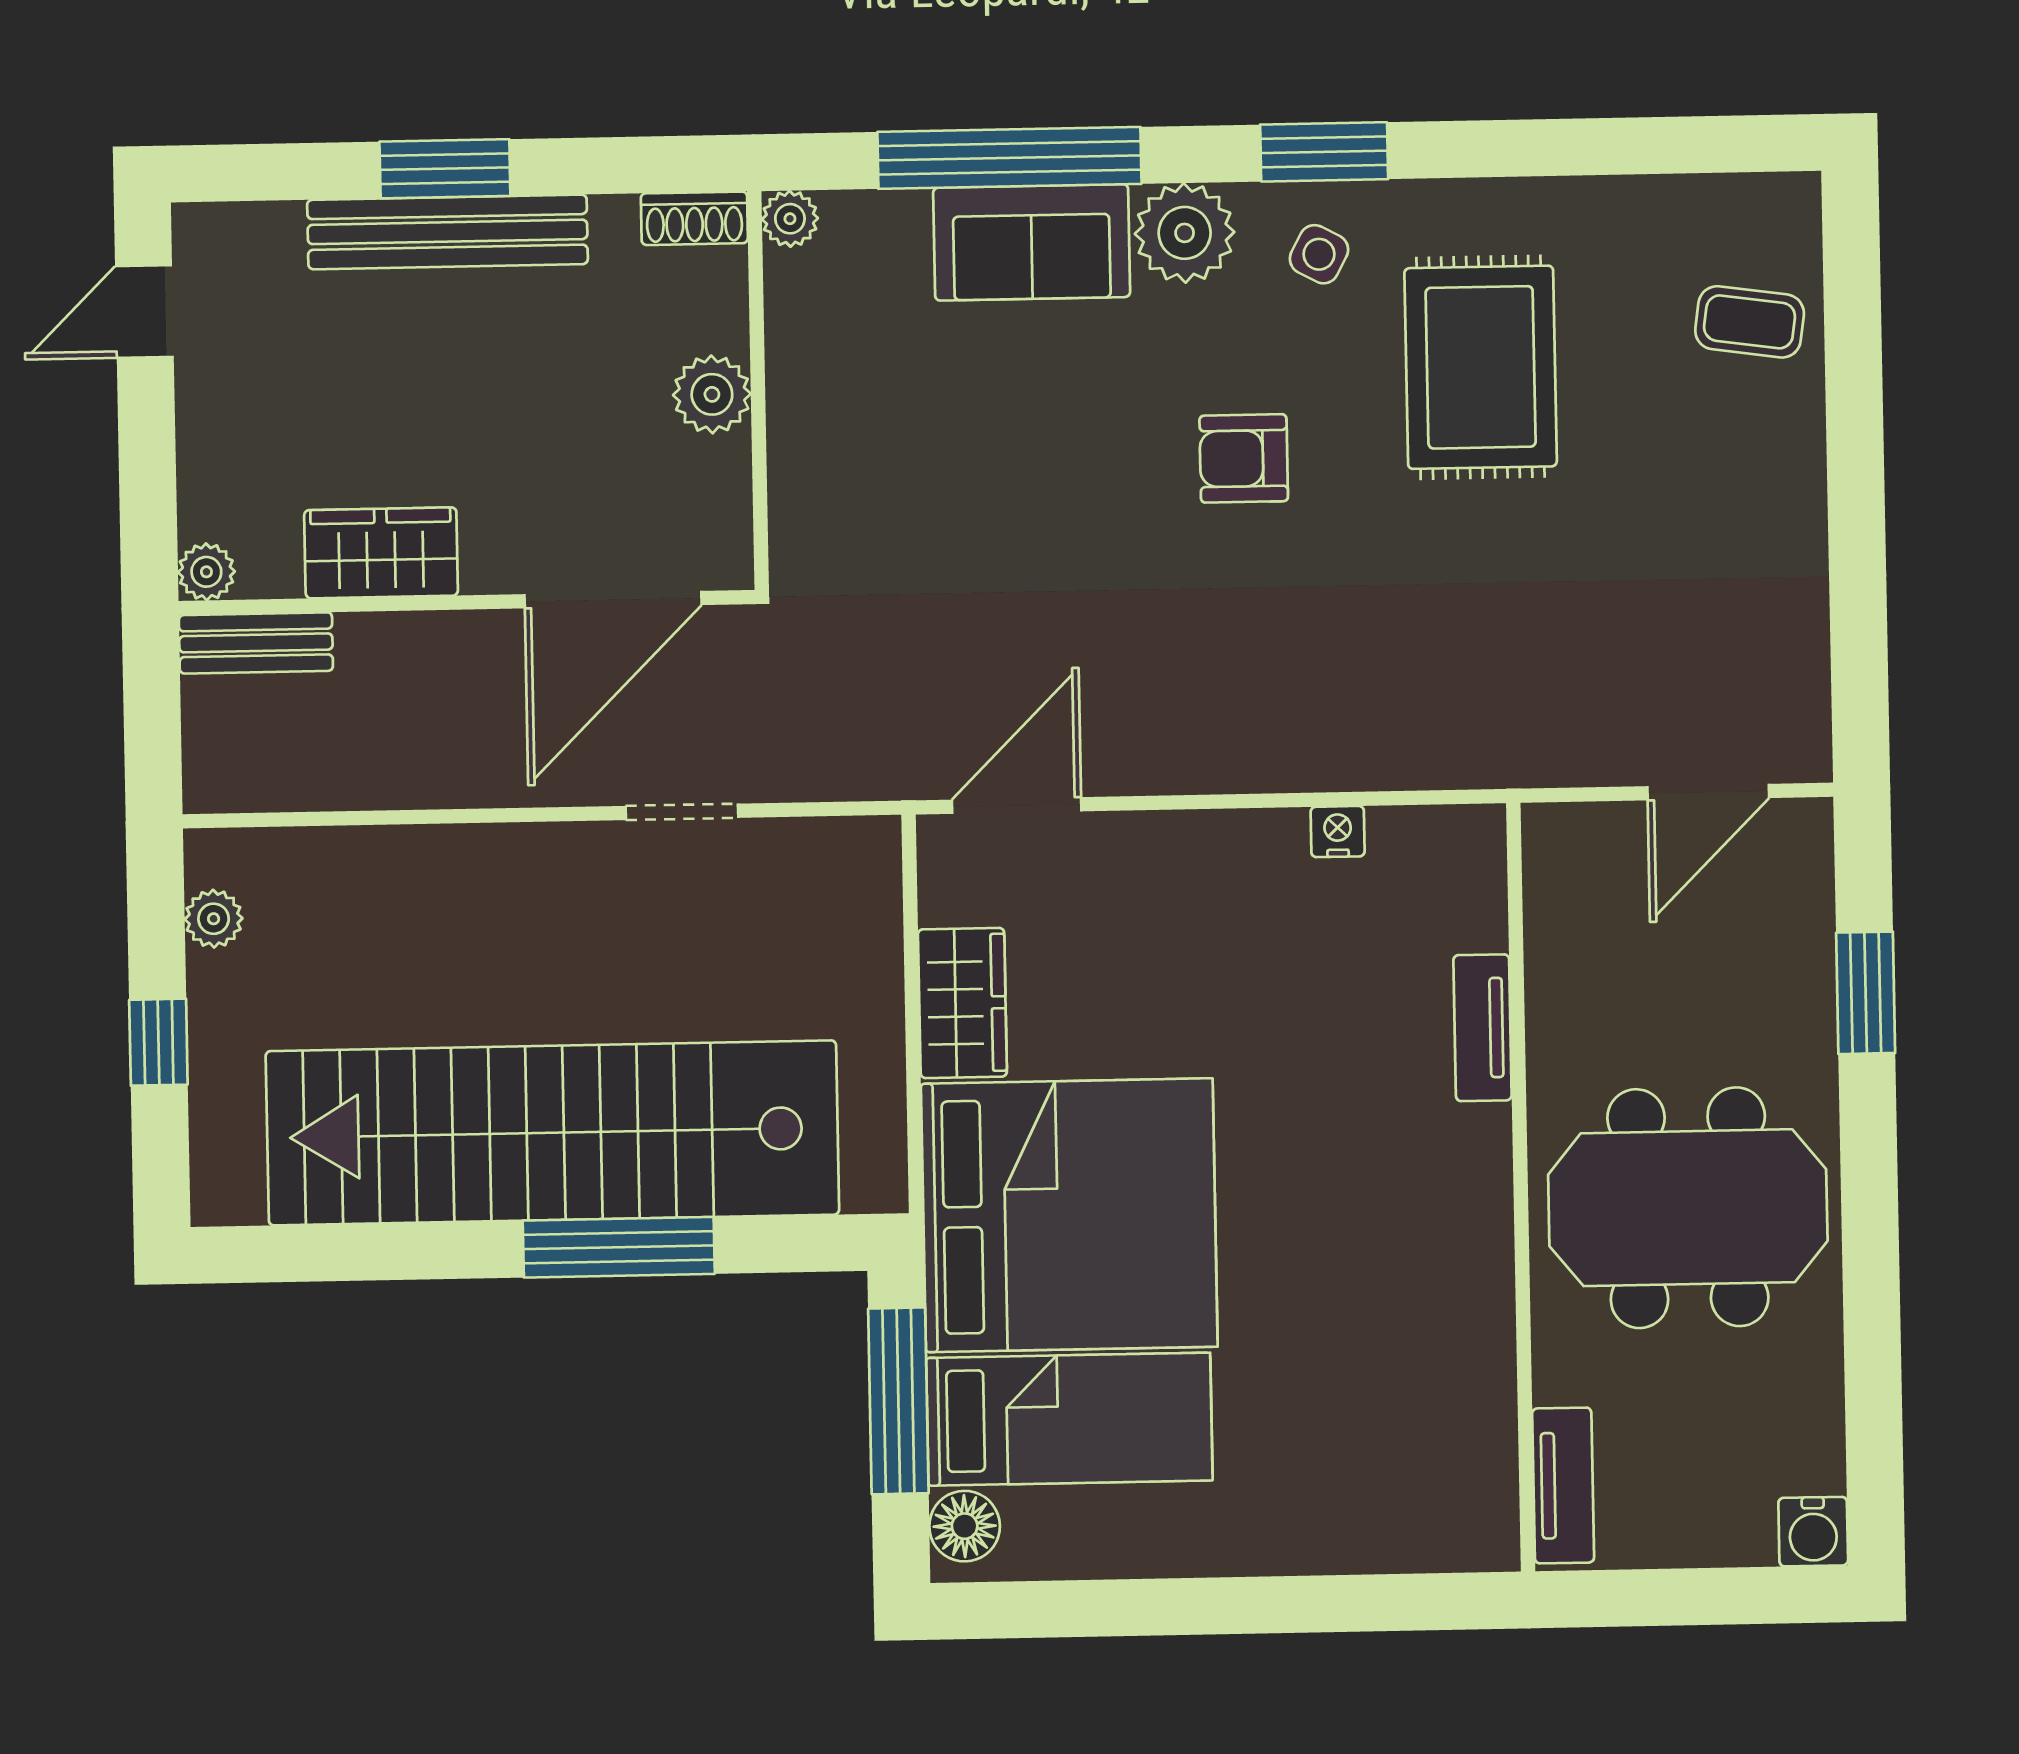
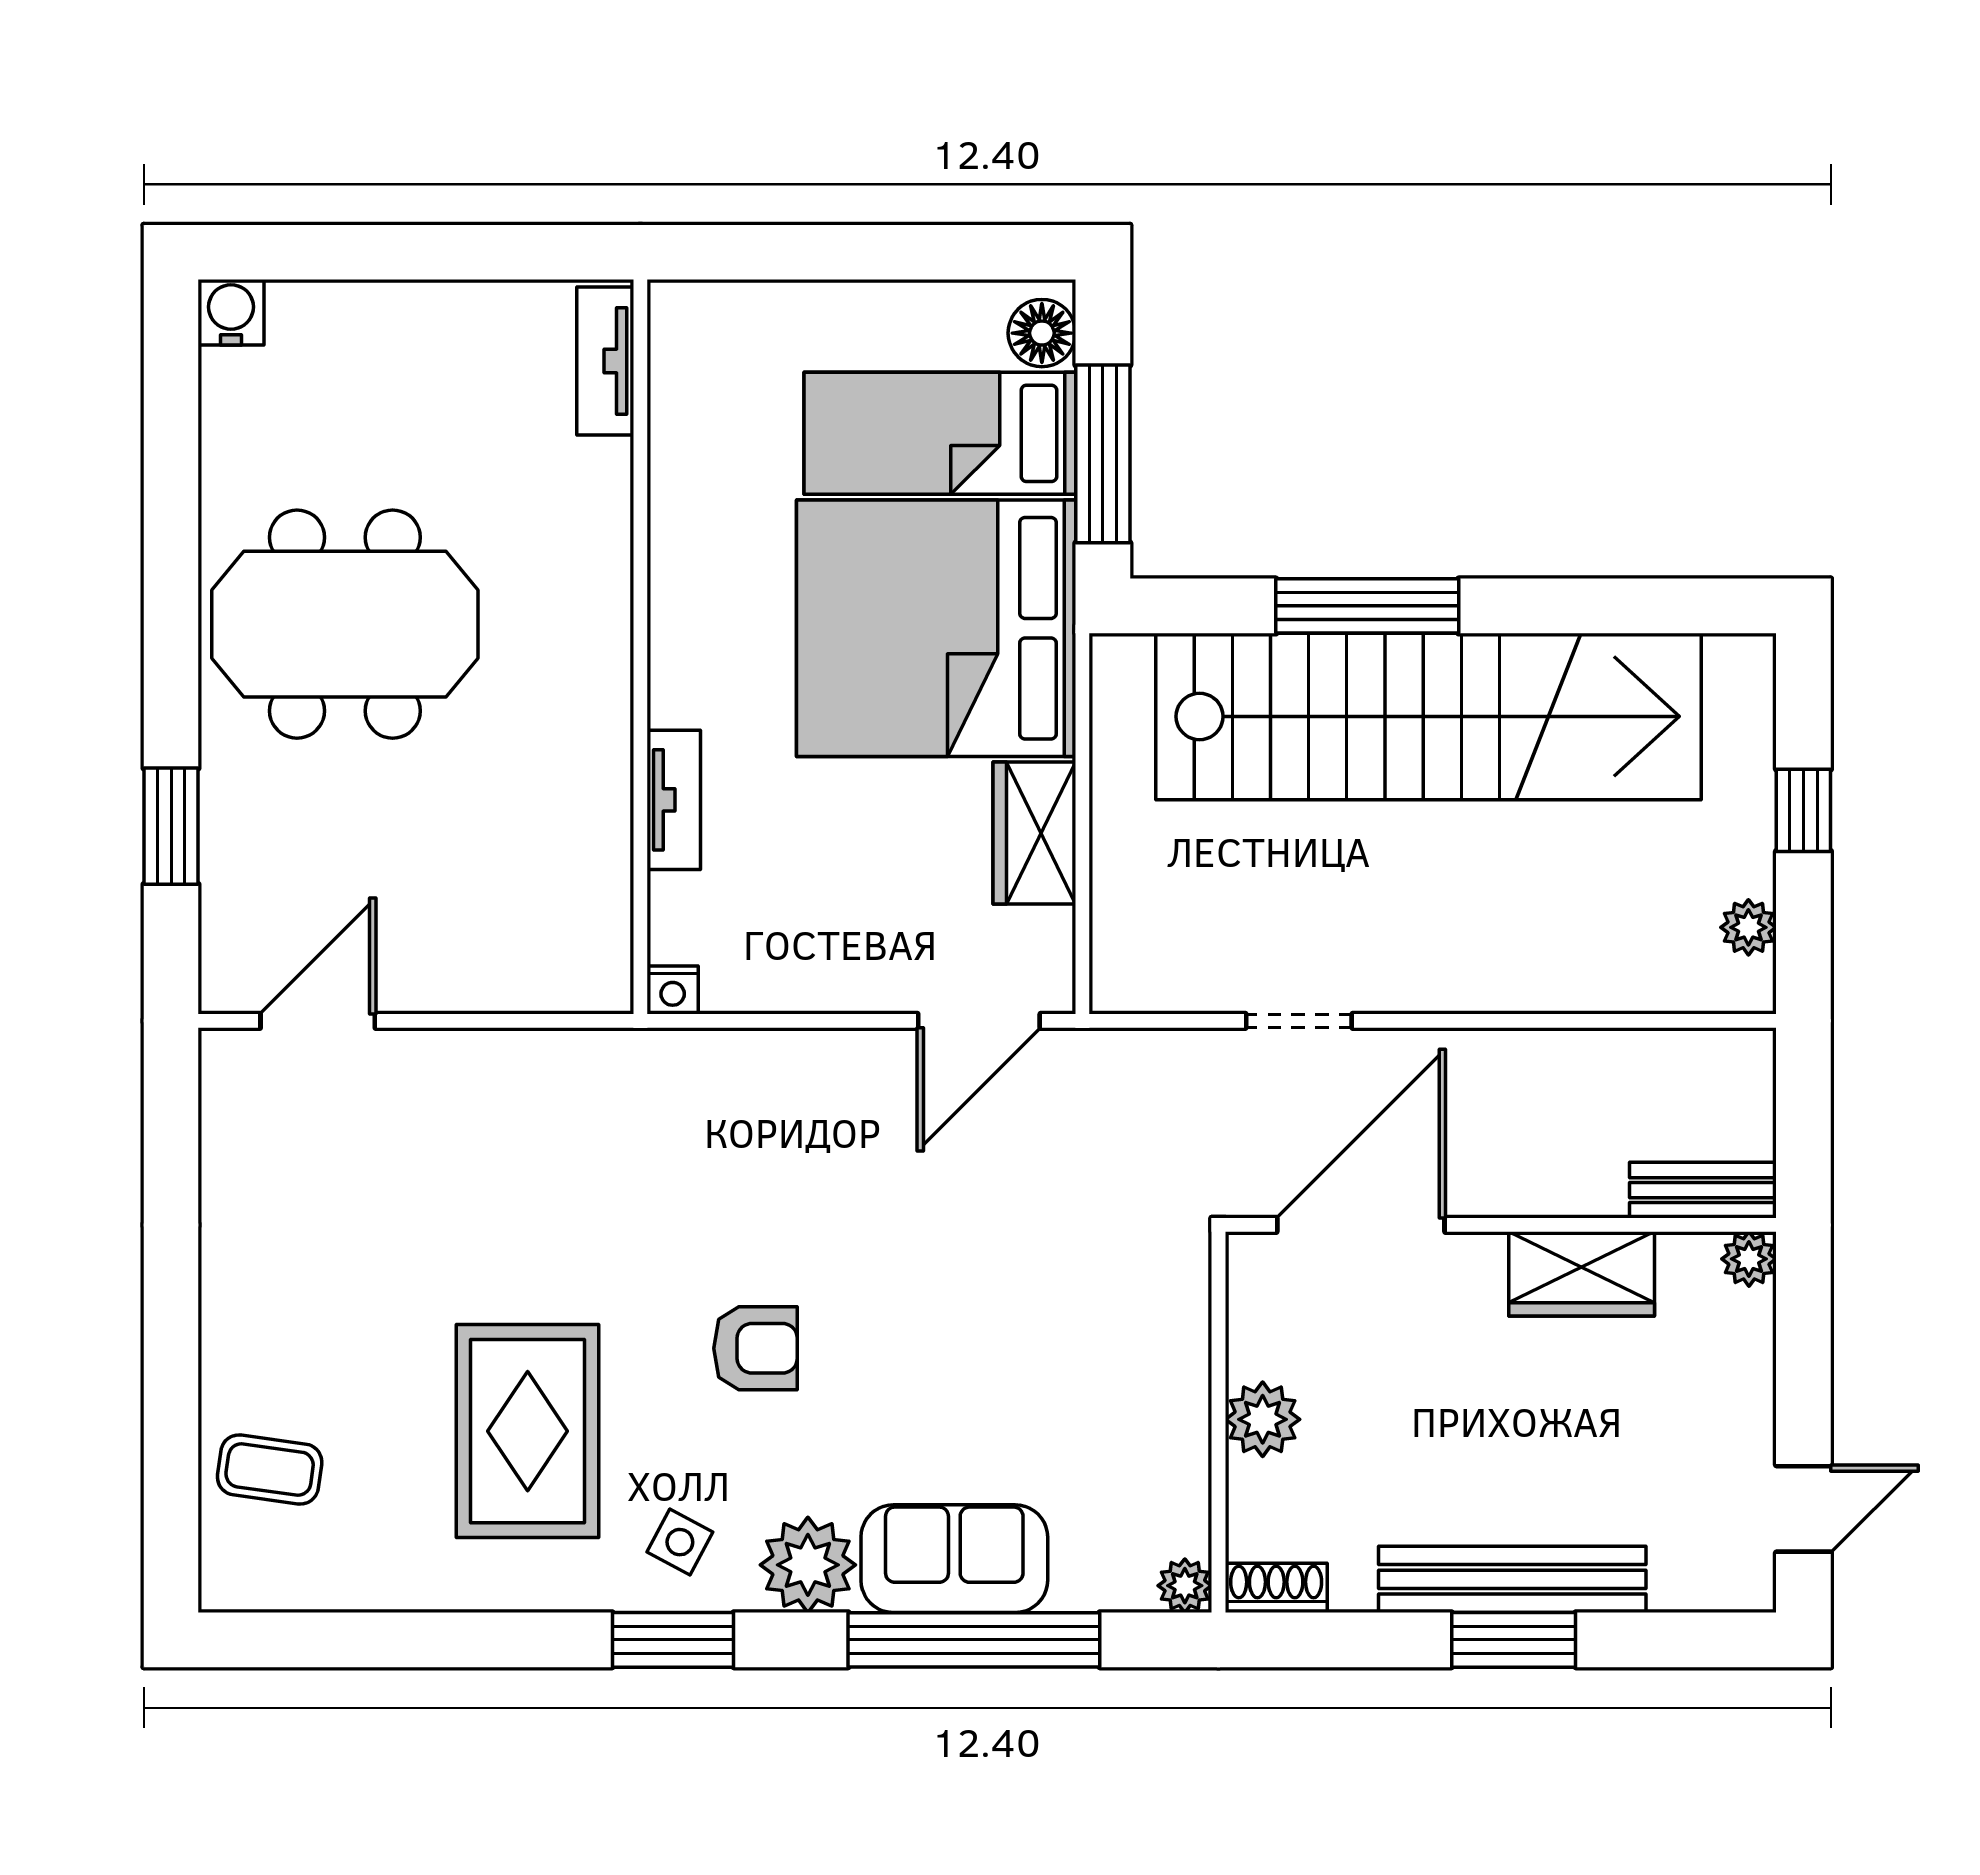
tv unit: (1483, 1028) -> (674, 800), moved
wall: (1521, 1187) -> (640, 647), moved
tv unit: (1563, 1485) -> (605, 361), moved

